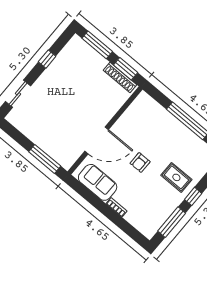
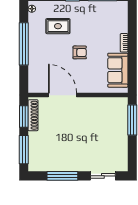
window: (47, 59) -> (62, 176), width x2.17
door: (97, 140) -> (62, 95), moved
rug: (176, 177) -> (58, 26), moved, turned 90

